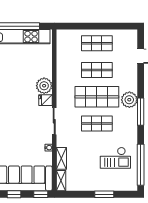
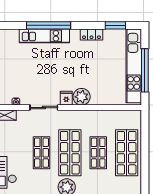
shop shelf: (97, 43) -> (127, 153), width x1.43, depth x1.36

